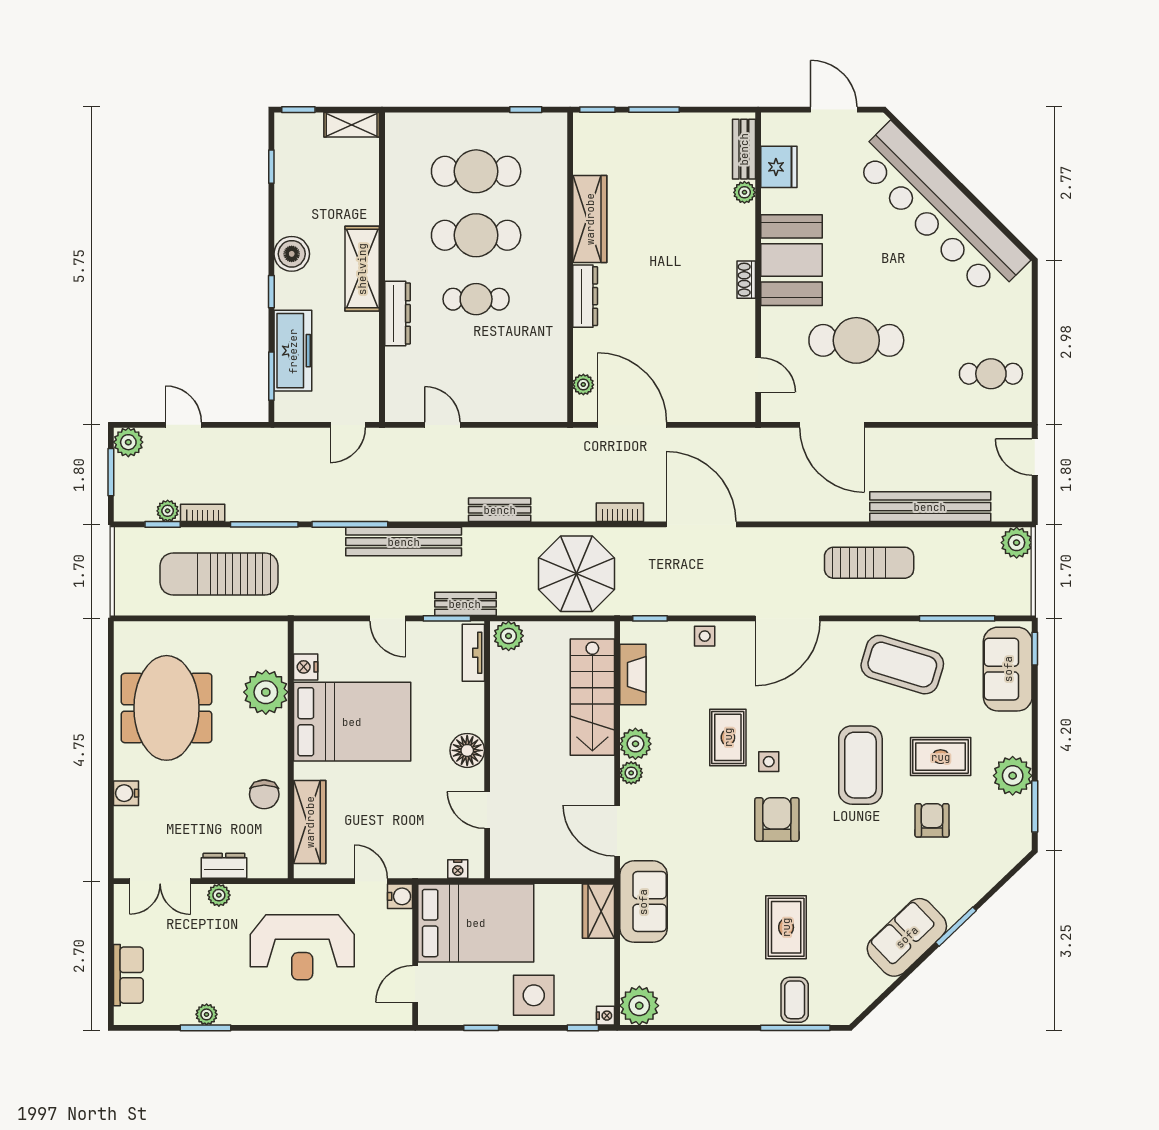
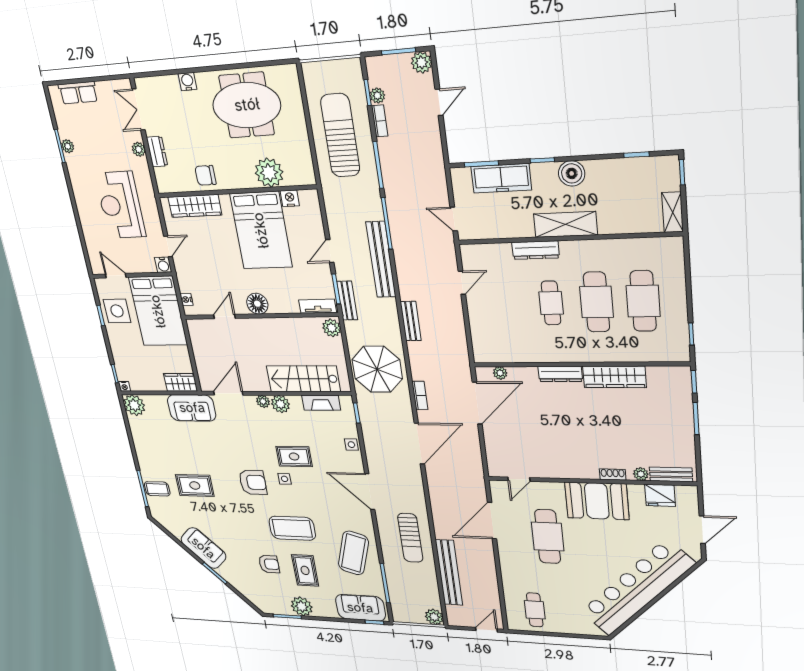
shoe rack: (746, 280) -> (613, 474), moved
side table: (534, 995) -> (117, 311), moved

